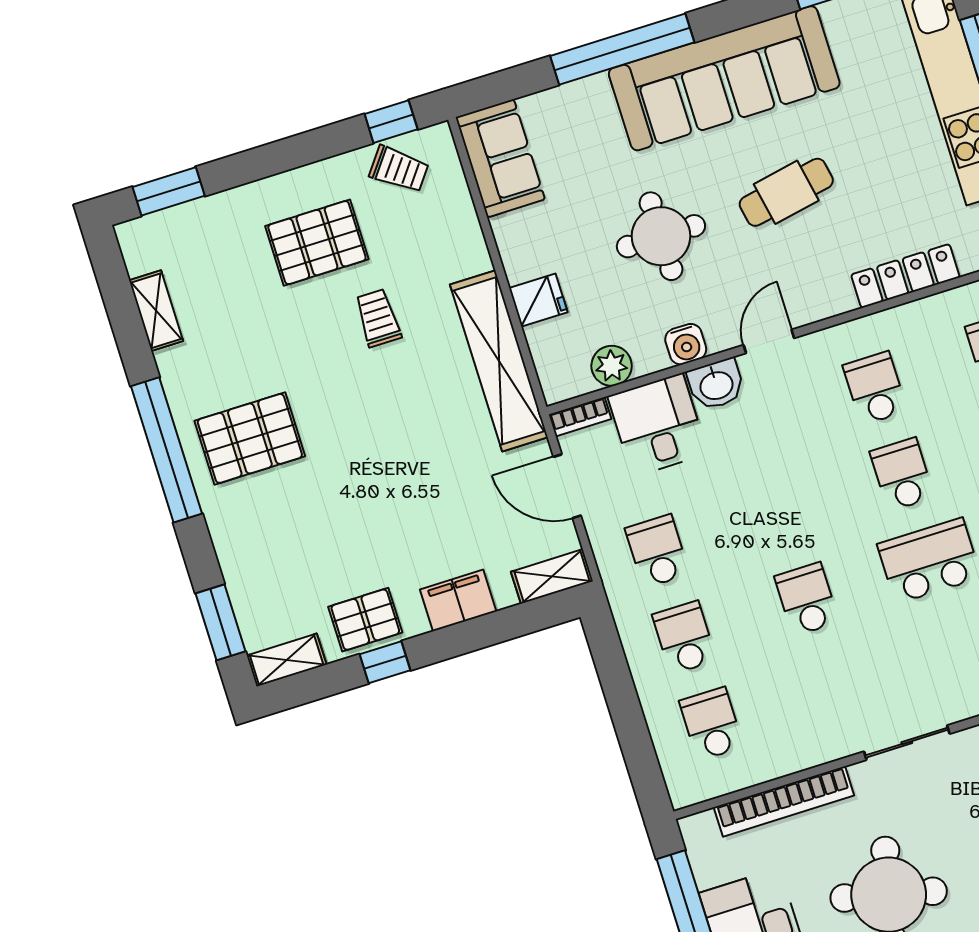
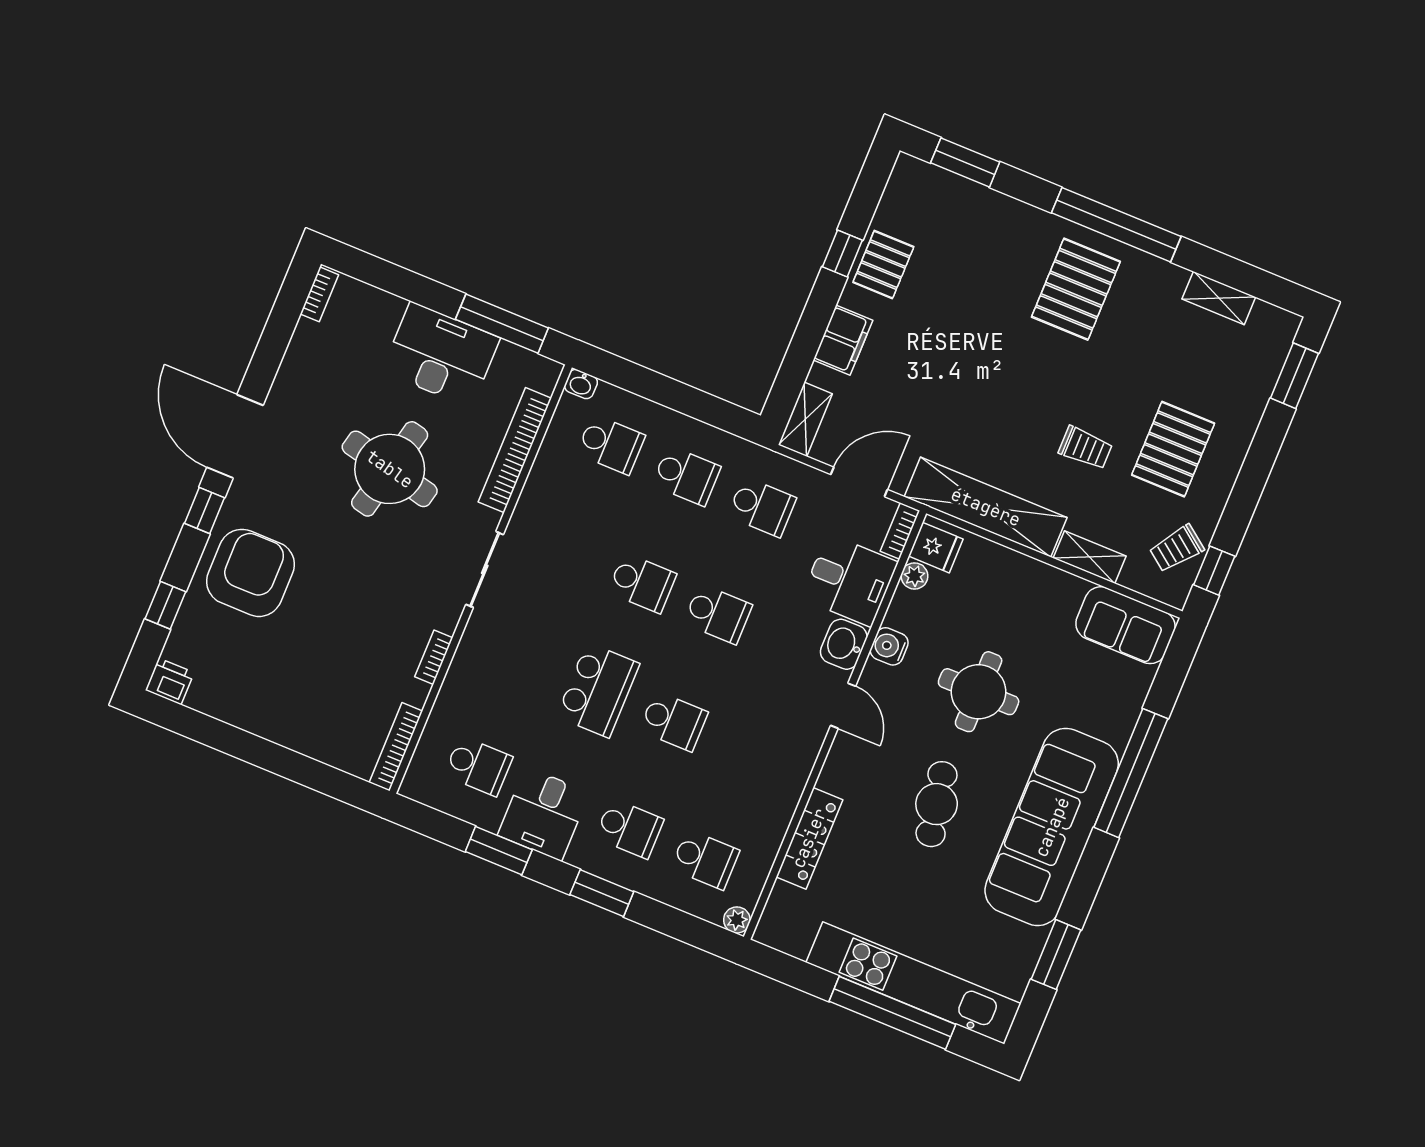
fridge: (538, 300) -> (936, 548), moved, turned -90
plant: (612, 366) -> (914, 576), width x0.73, depth x0.73
school desk: (875, 388) -> (718, 614), moved
shelving: (287, 660) -> (1090, 557), moved, turned 90
washbasin: (681, 792) -> (581, 384), added

